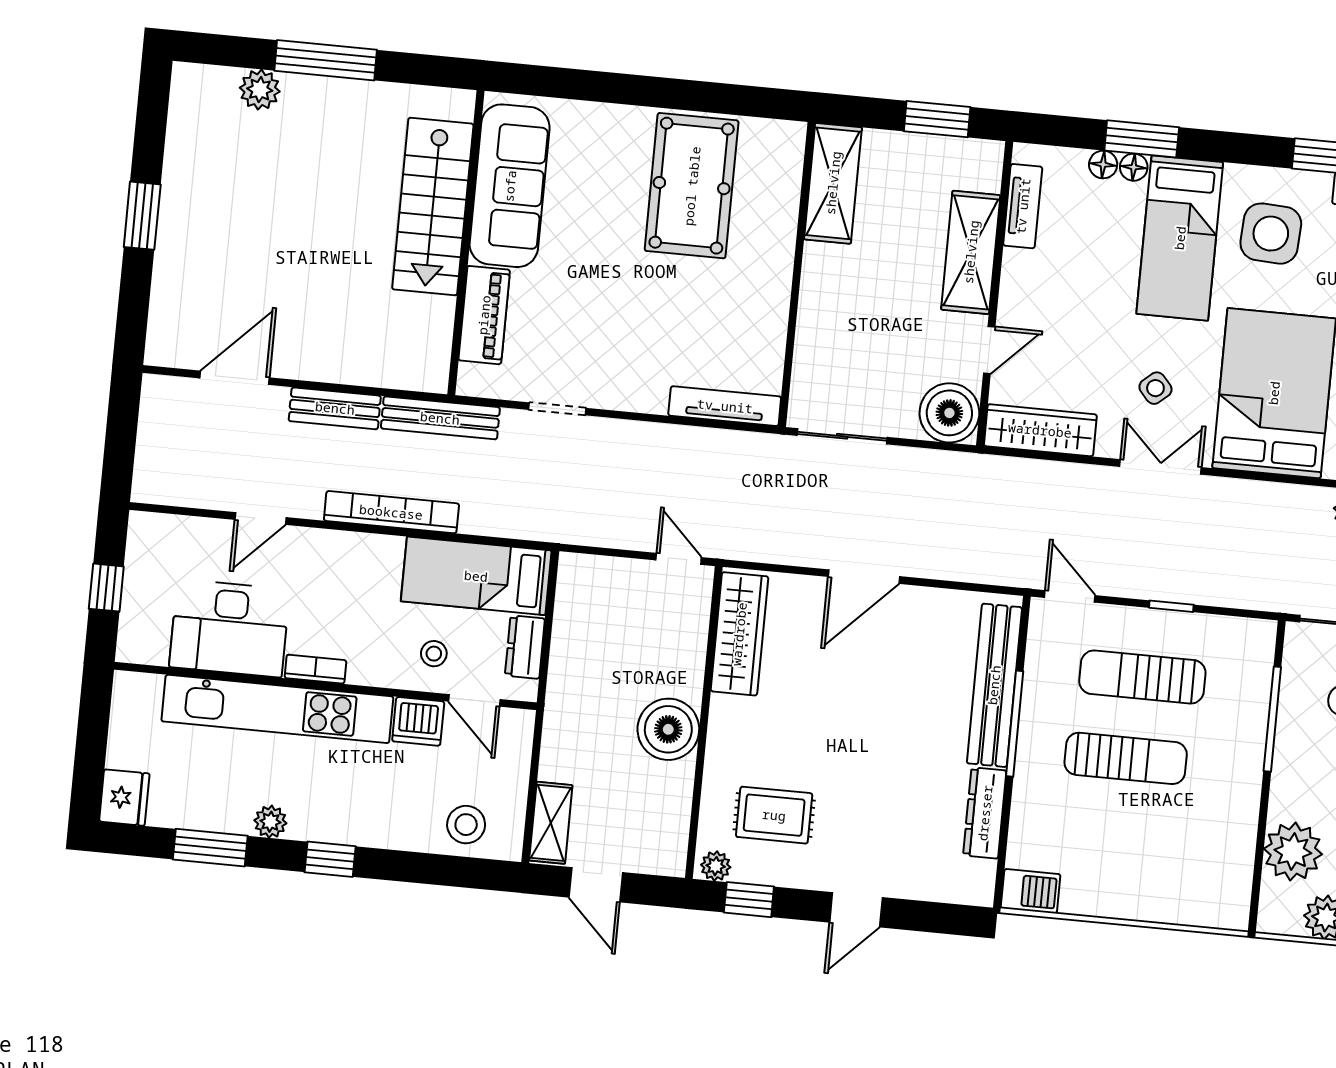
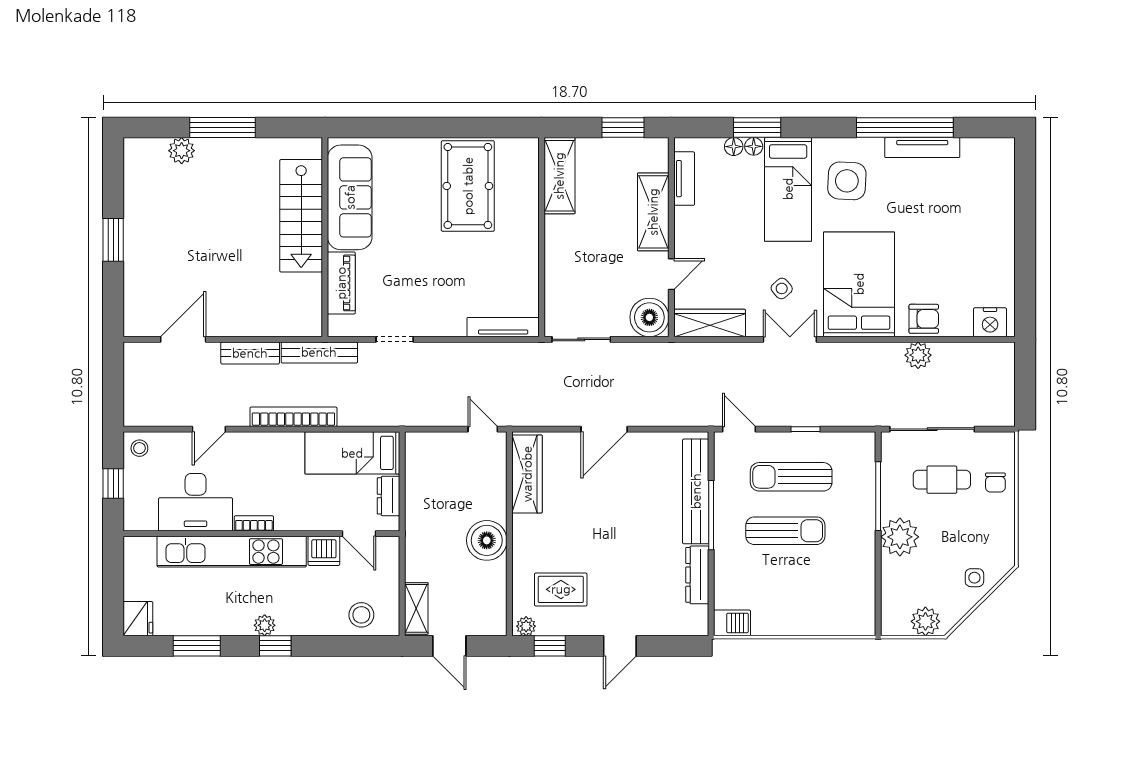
stool: (434, 654) -> (139, 448), moved
plant: (270, 822) -> (265, 625), moved
plant: (1293, 852) -> (900, 537), moved

